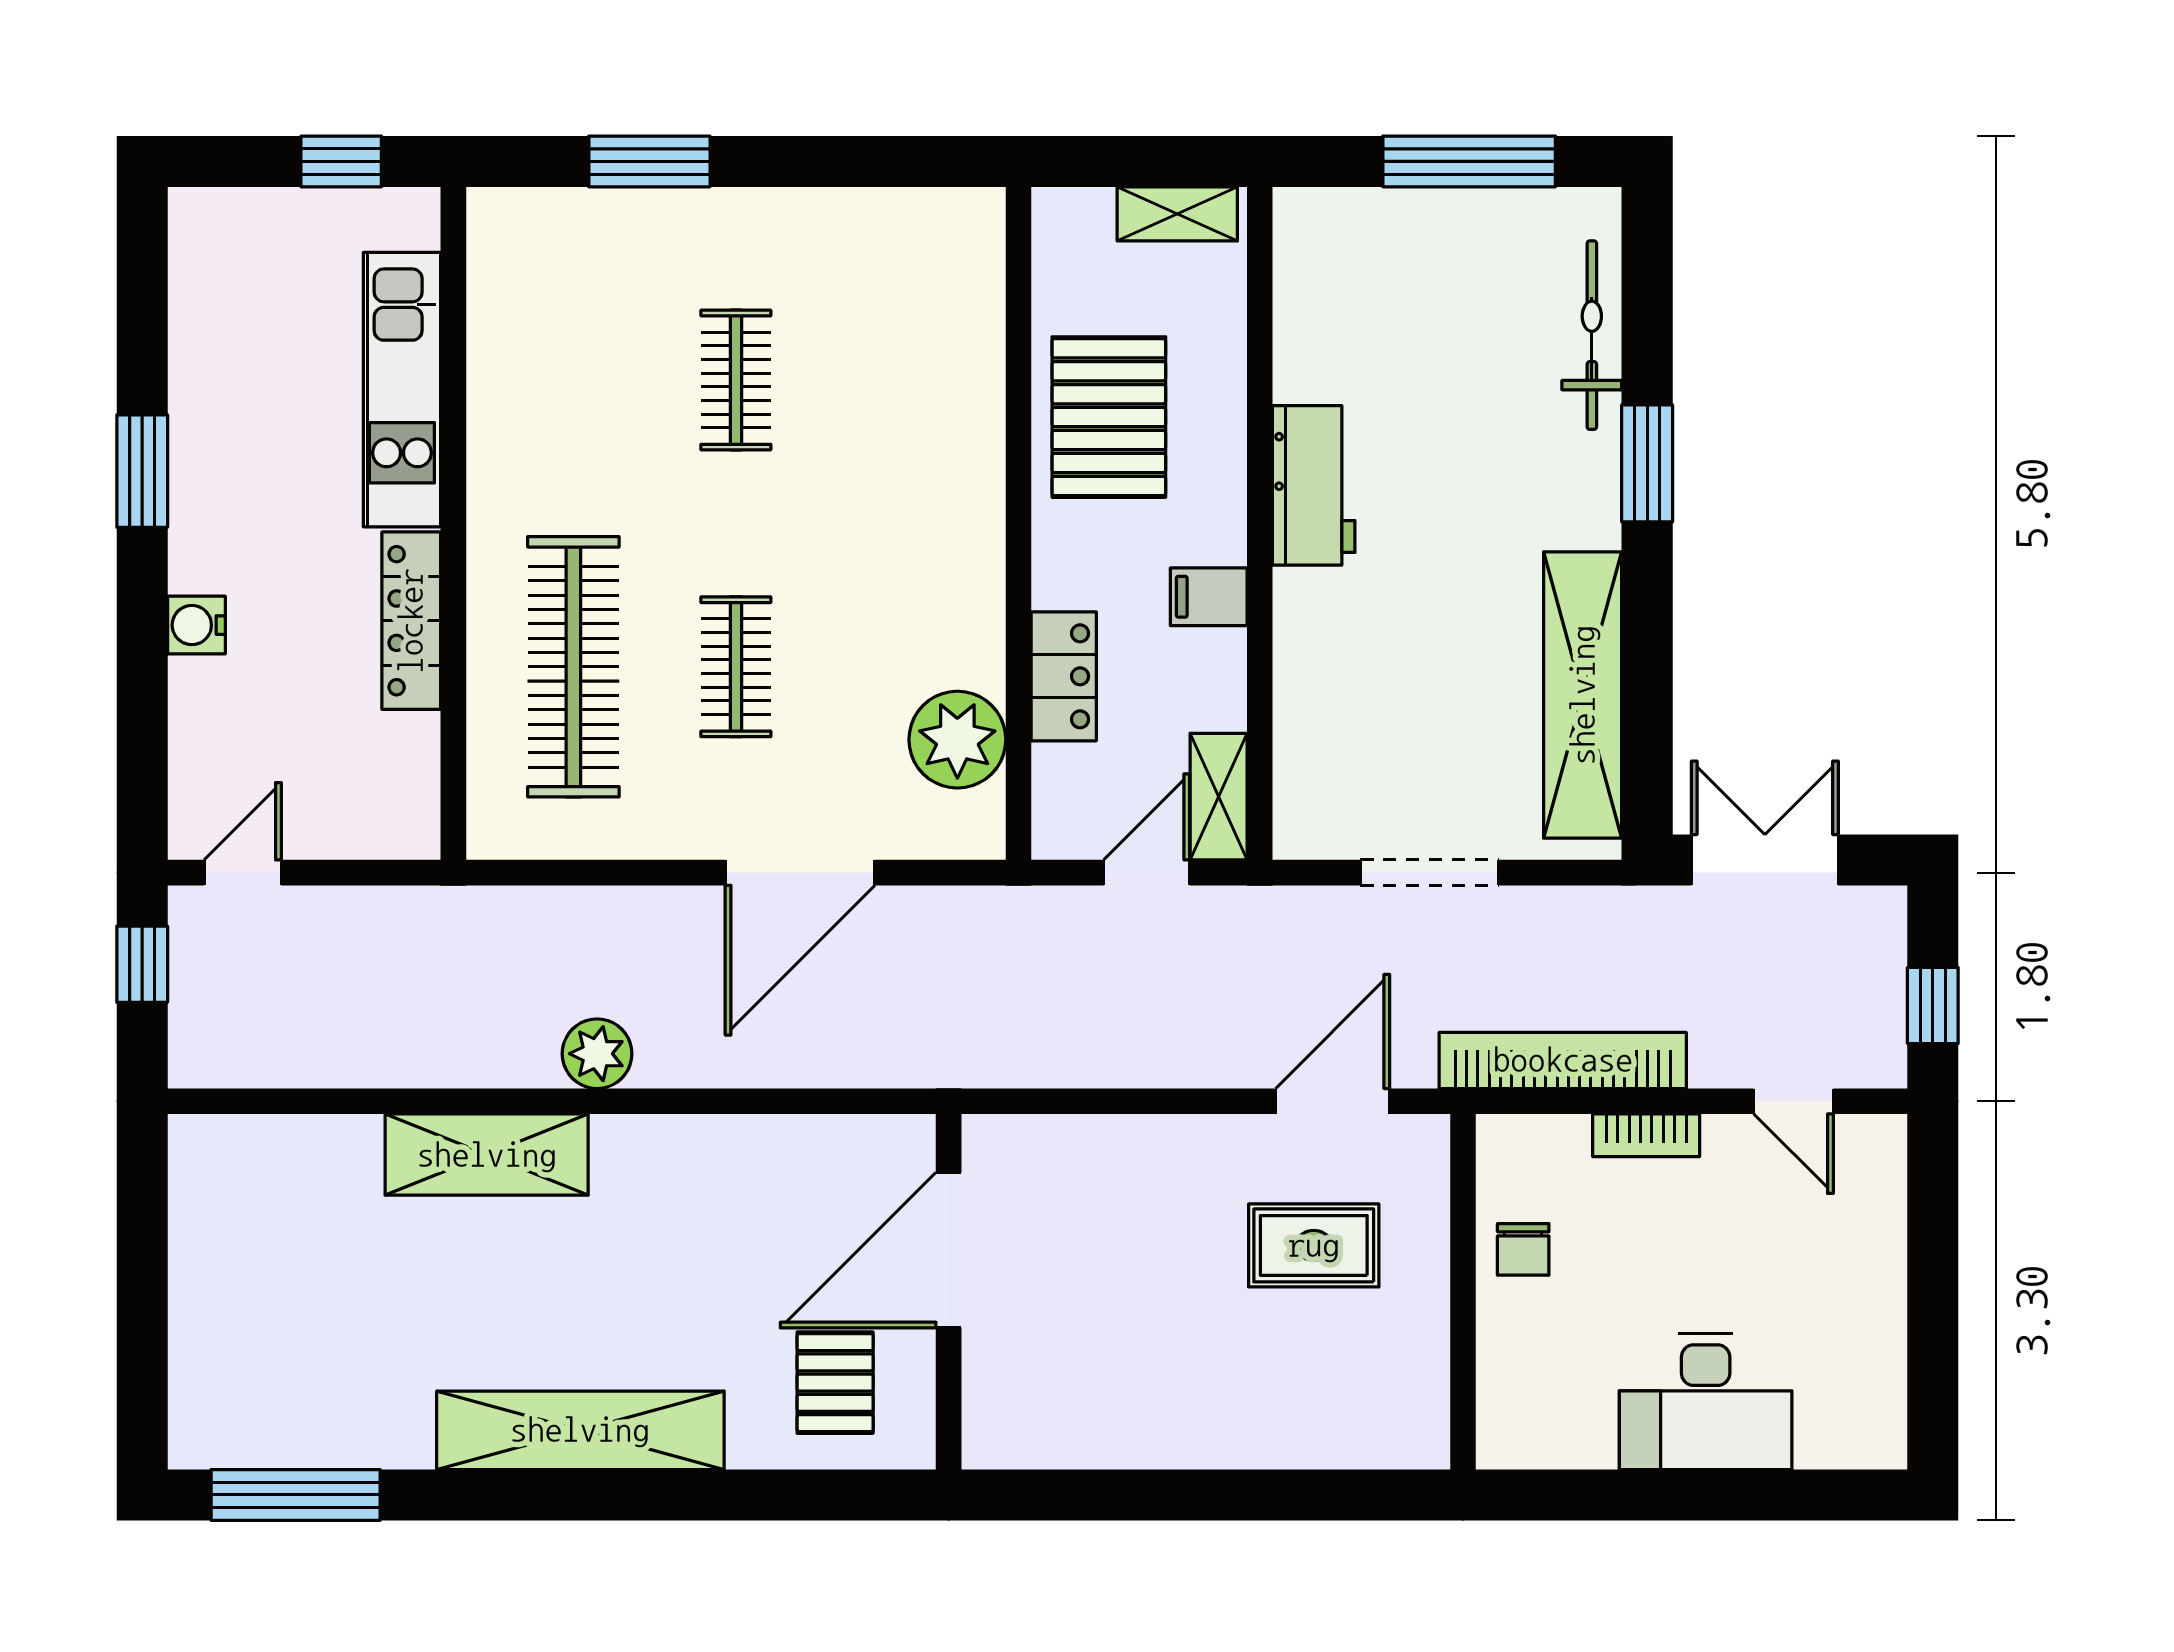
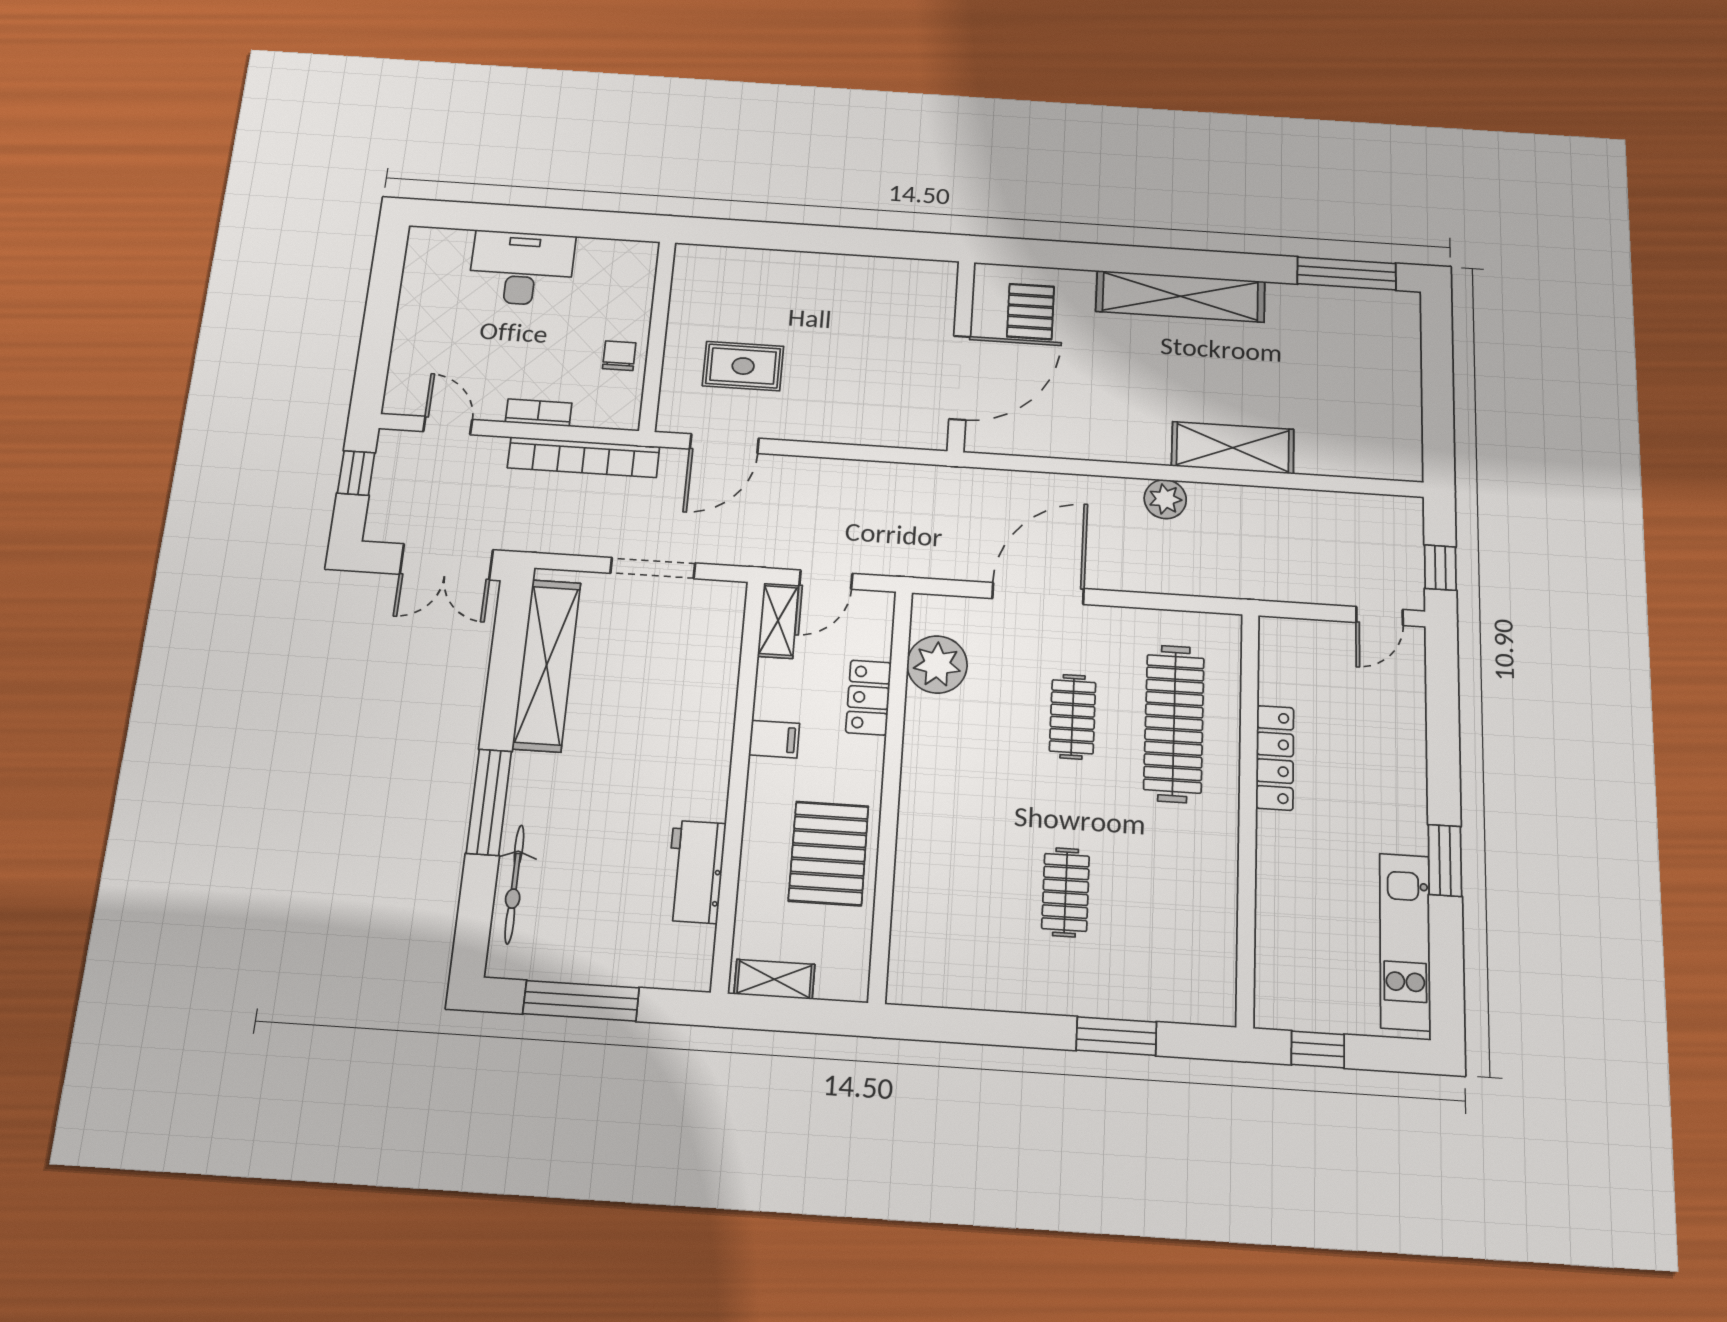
kitchen unit: (402, 390) -> (1405, 941), moved, turned 180
window: (1647, 463) -> (489, 802), width x1.44
workbench: (1314, 485) -> (695, 872), moved
water cooler: (196, 625) -> (1409, 764), removed

